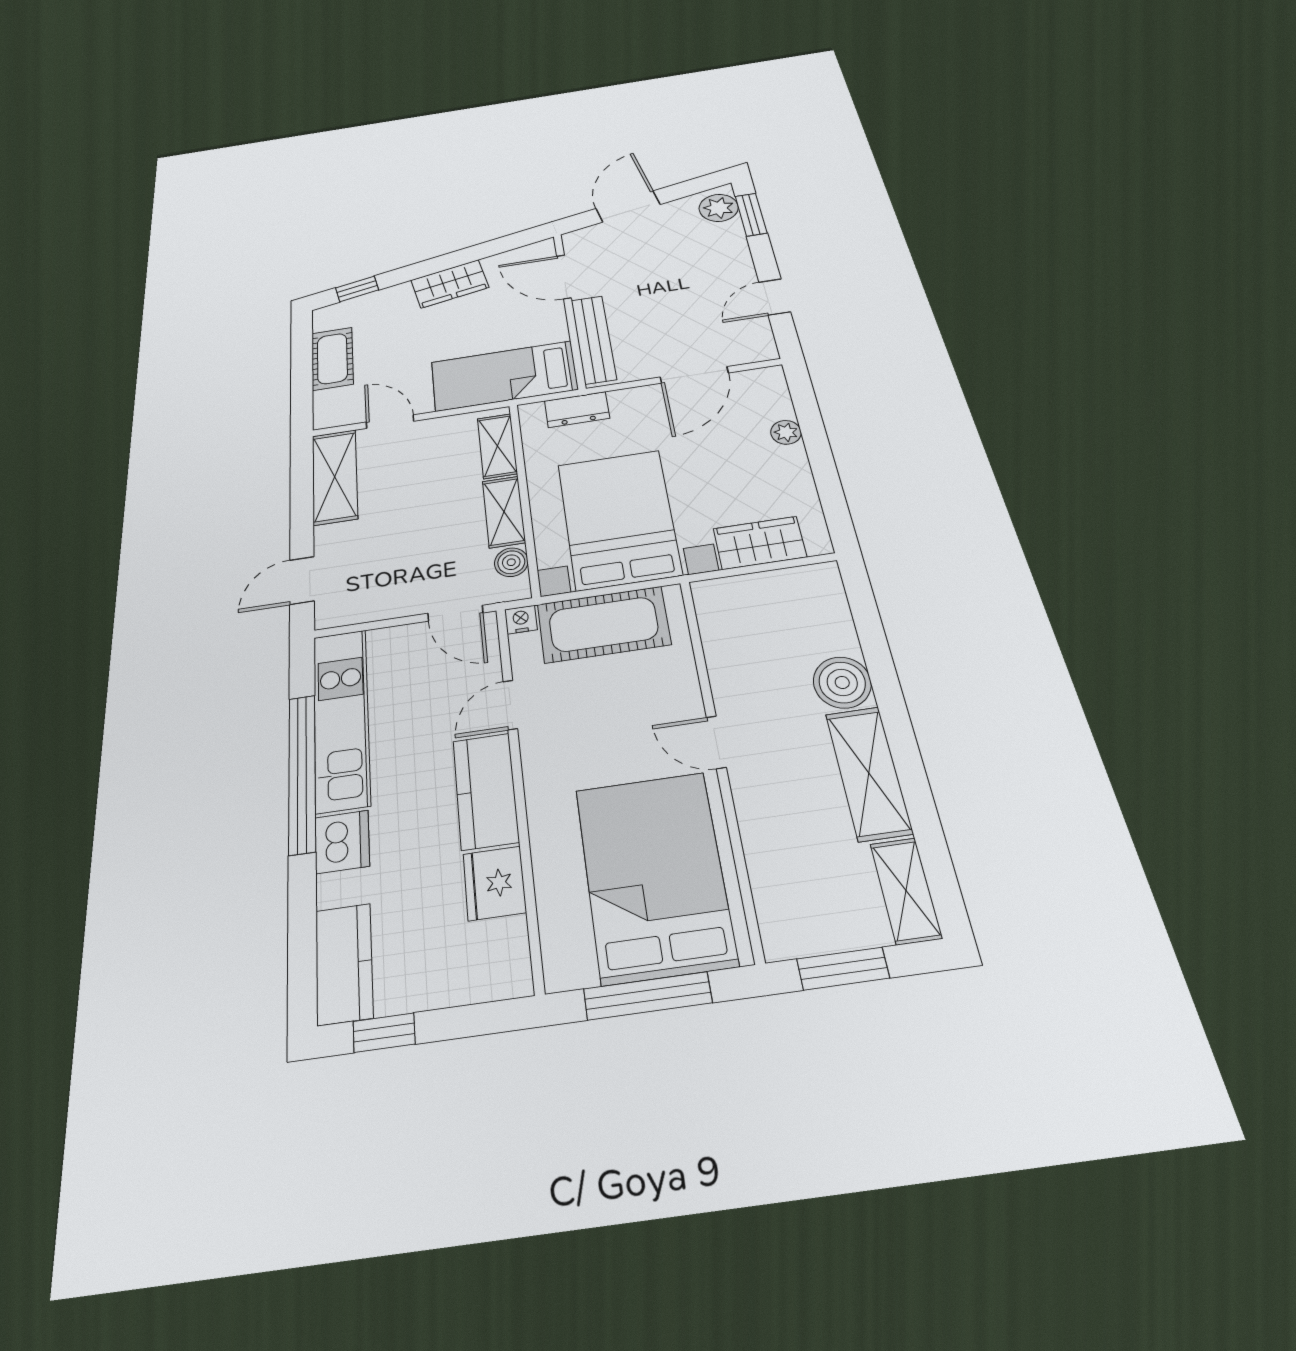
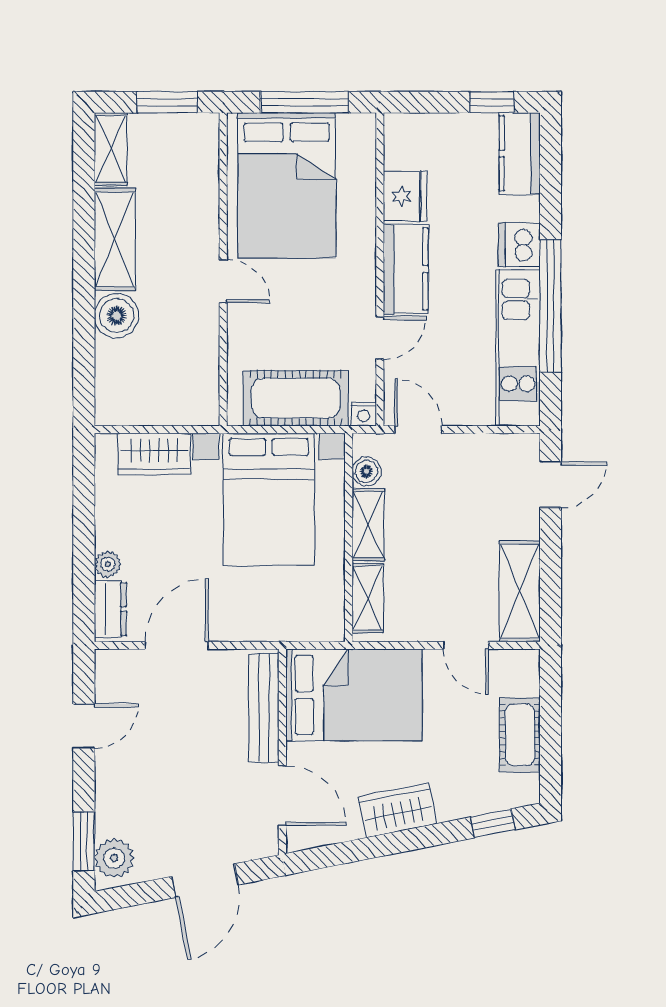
bed: (504, 376) -> (354, 695), width x1.50
dresser: (577, 410) -> (110, 609), moved, turned 90

